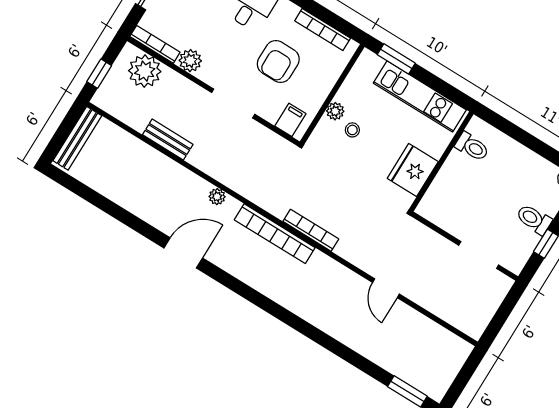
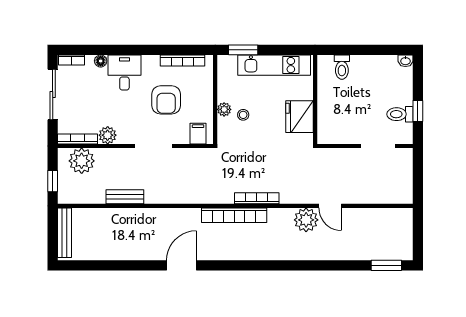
toilet: (472, 147) -> (342, 67), moved, turned 90
plant: (217, 197) -> (306, 220), moved, width x1.88, depth x1.88
toilet: (534, 219) -> (400, 114), moved

